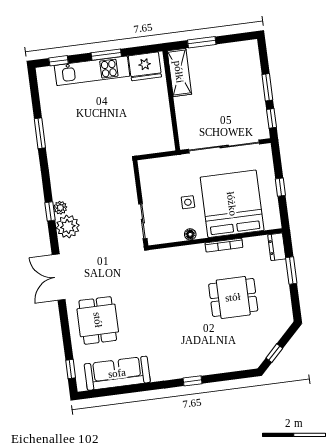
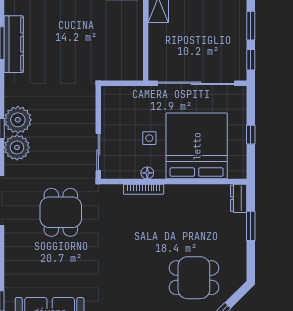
kitchen counter: (53, 132) -> (14, 44), added
plant: (60, 208) -> (18, 120), width x1.88, depth x1.88
bookcase: (224, 245) -> (144, 189), moved
dining table: (233, 297) -> (194, 278), moved
dining table: (98, 320) -> (61, 212), moved

